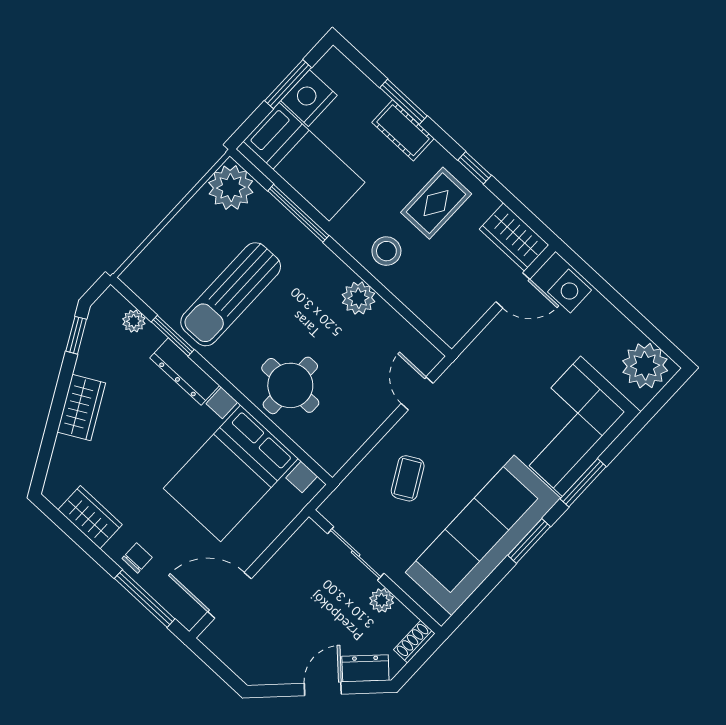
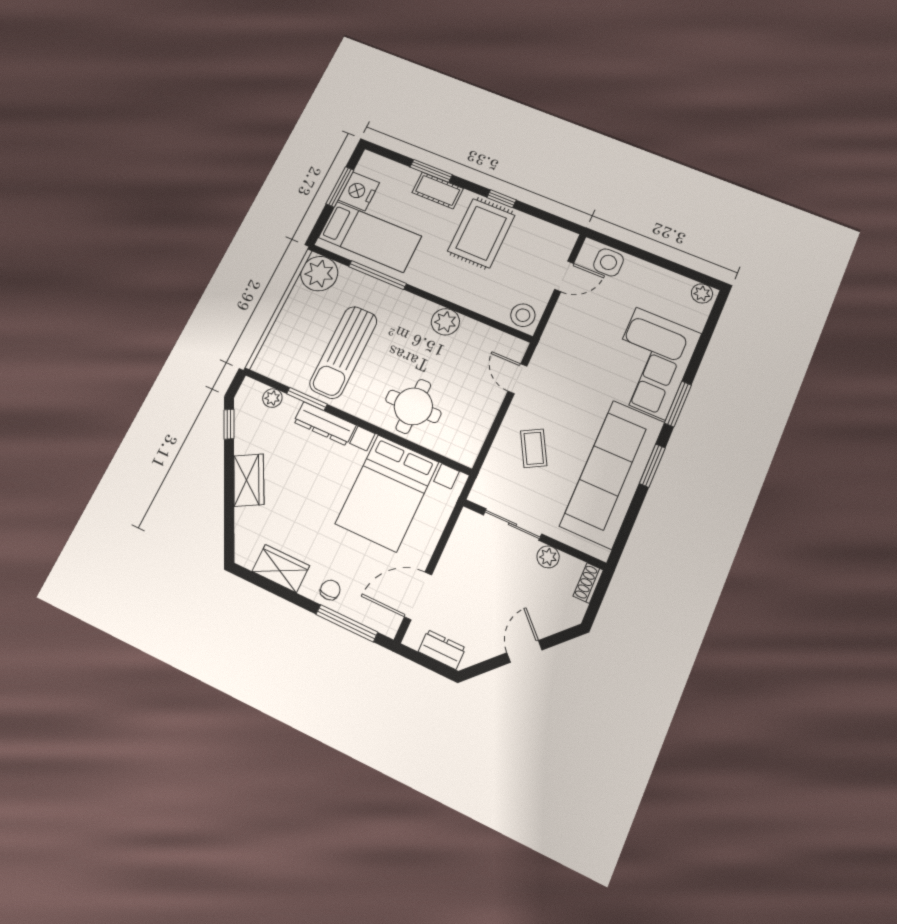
rug: (436, 203) -> (481, 233), width x1.36, depth x1.43
wardrobe: (514, 237) -> (550, 238), removed
stool: (386, 251) -> (523, 315), moved
plant: (645, 366) -> (702, 293), width x0.53, depth x0.53
dresser: (365, 668) -> (442, 650), moved, turned 45

